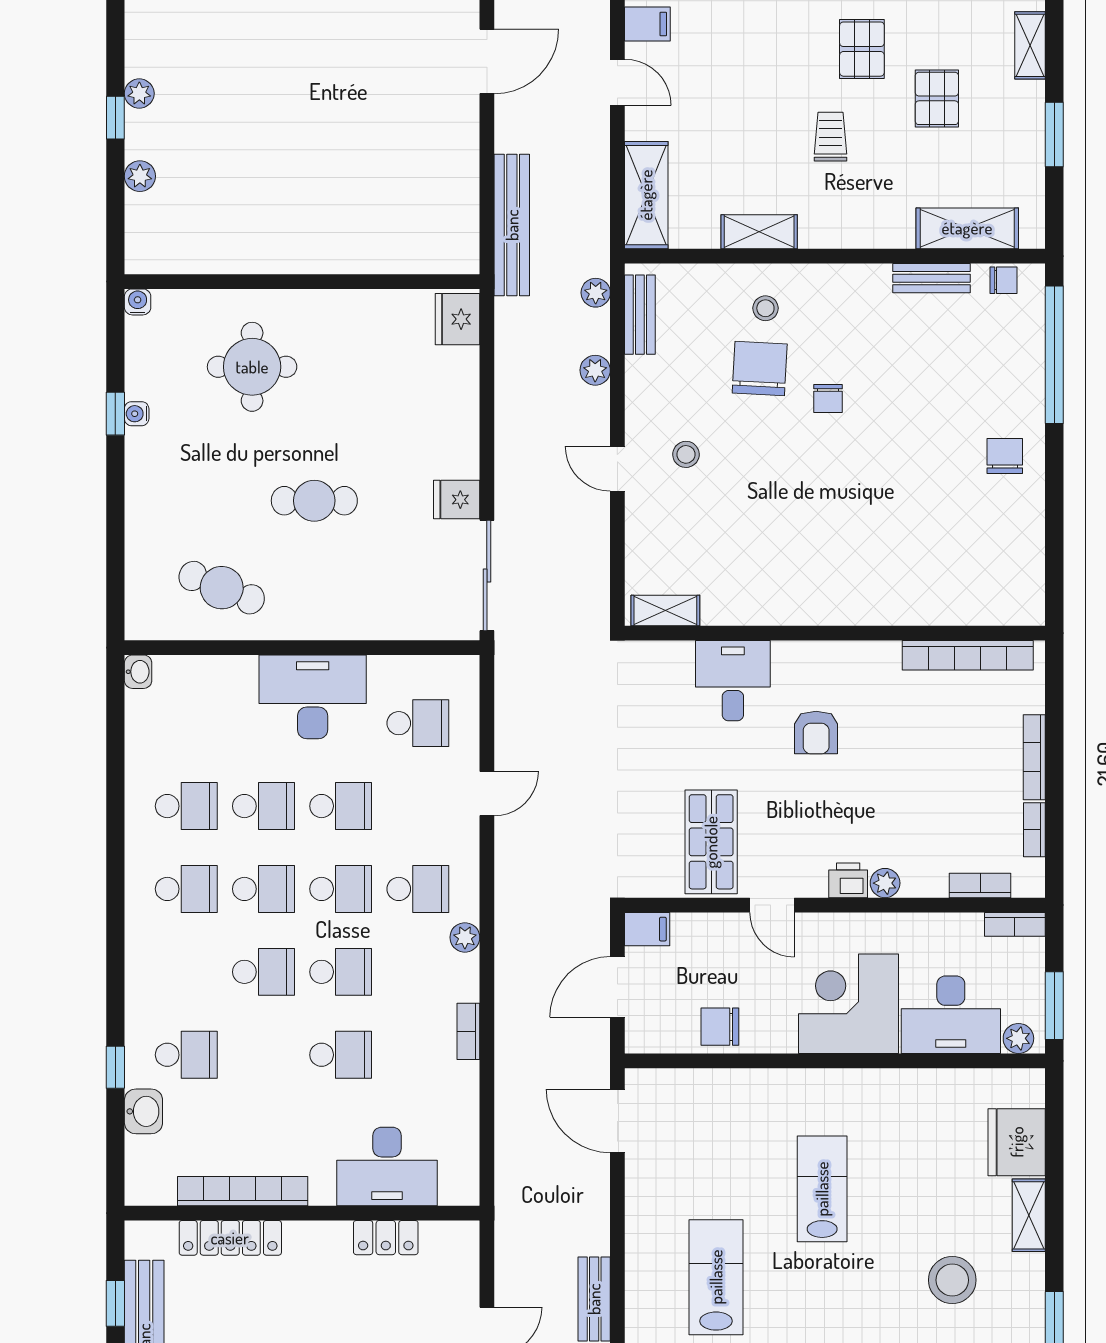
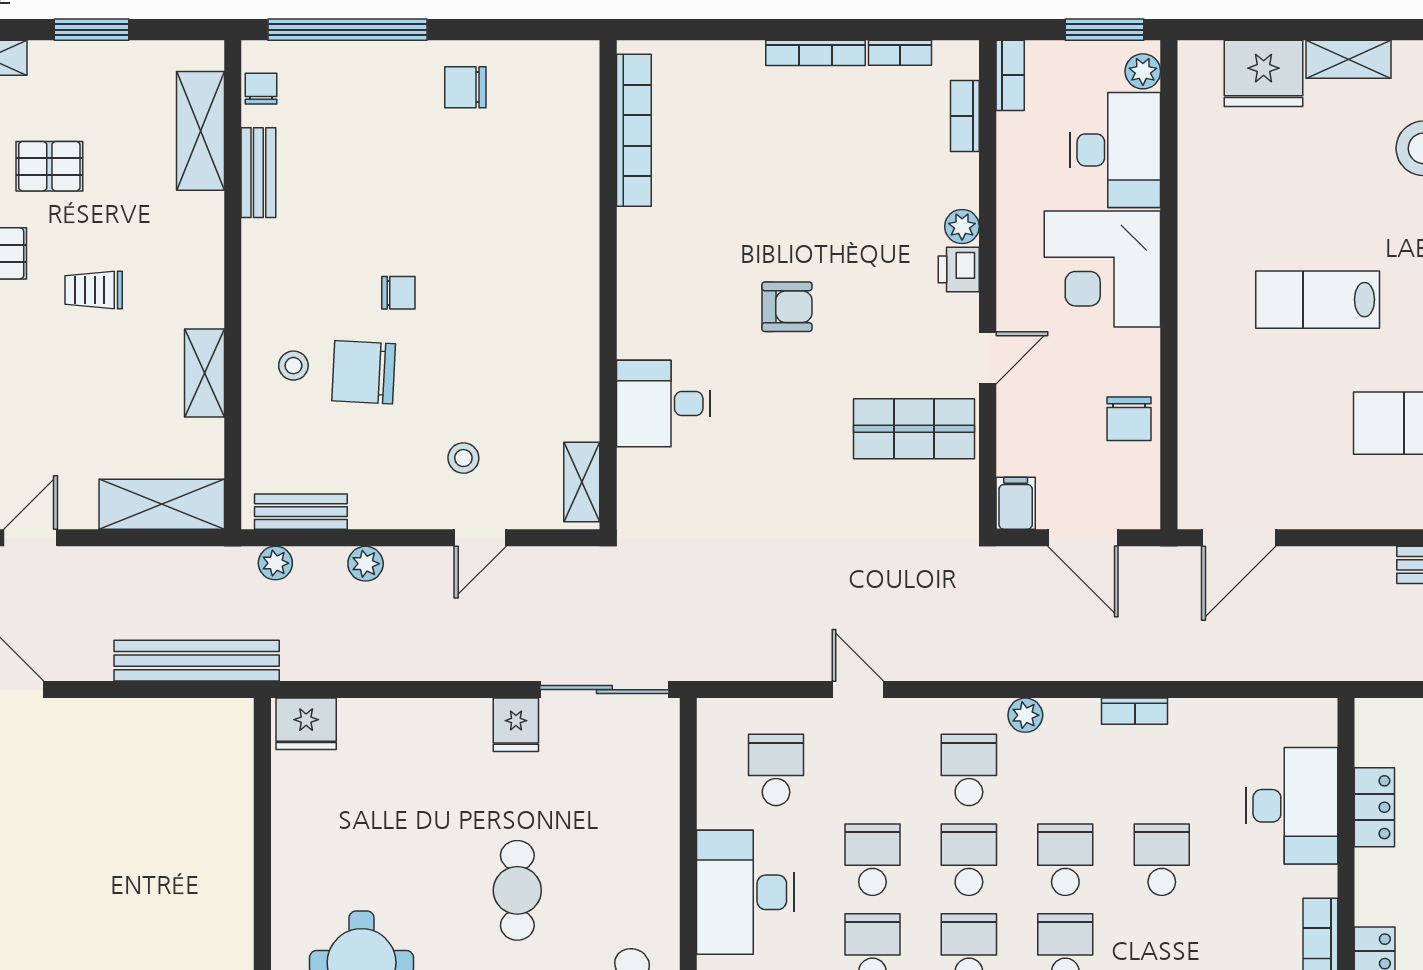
shelving: (665, 610) -> (582, 482), moved
wall: (835, 633) -> (608, 285), moved
bookcase: (968, 655) -> (634, 130), moved
desk: (733, 681) -> (663, 403), moved

